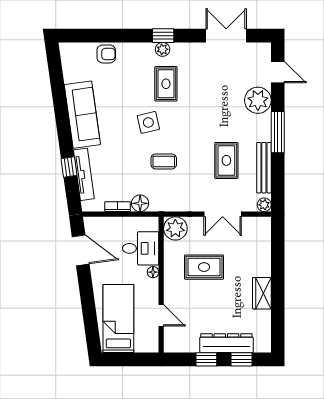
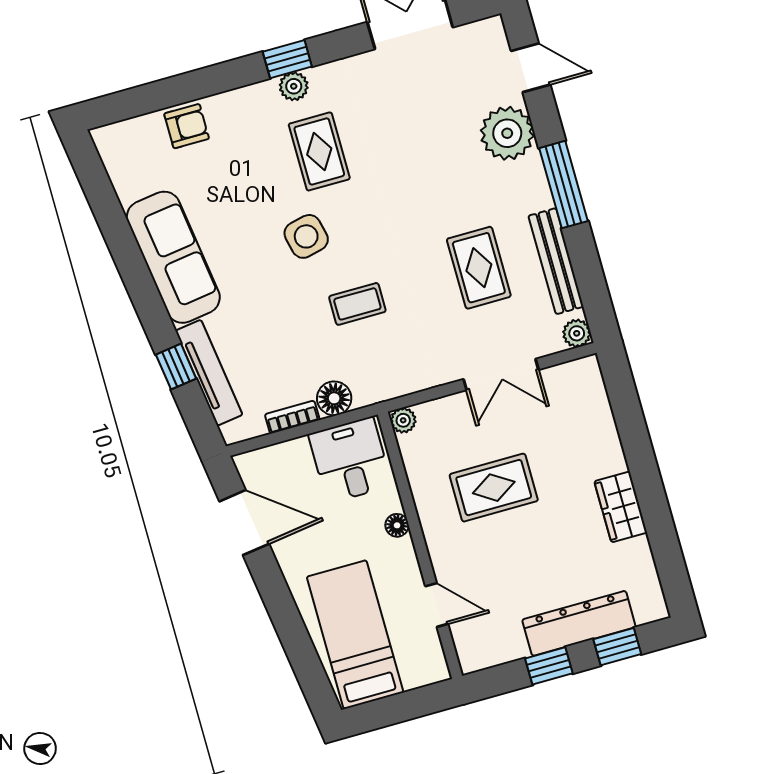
plant: (175, 228) -> (403, 420), width x0.53, depth x0.53
desk: (141, 248) -> (350, 460), moved, turned -90

